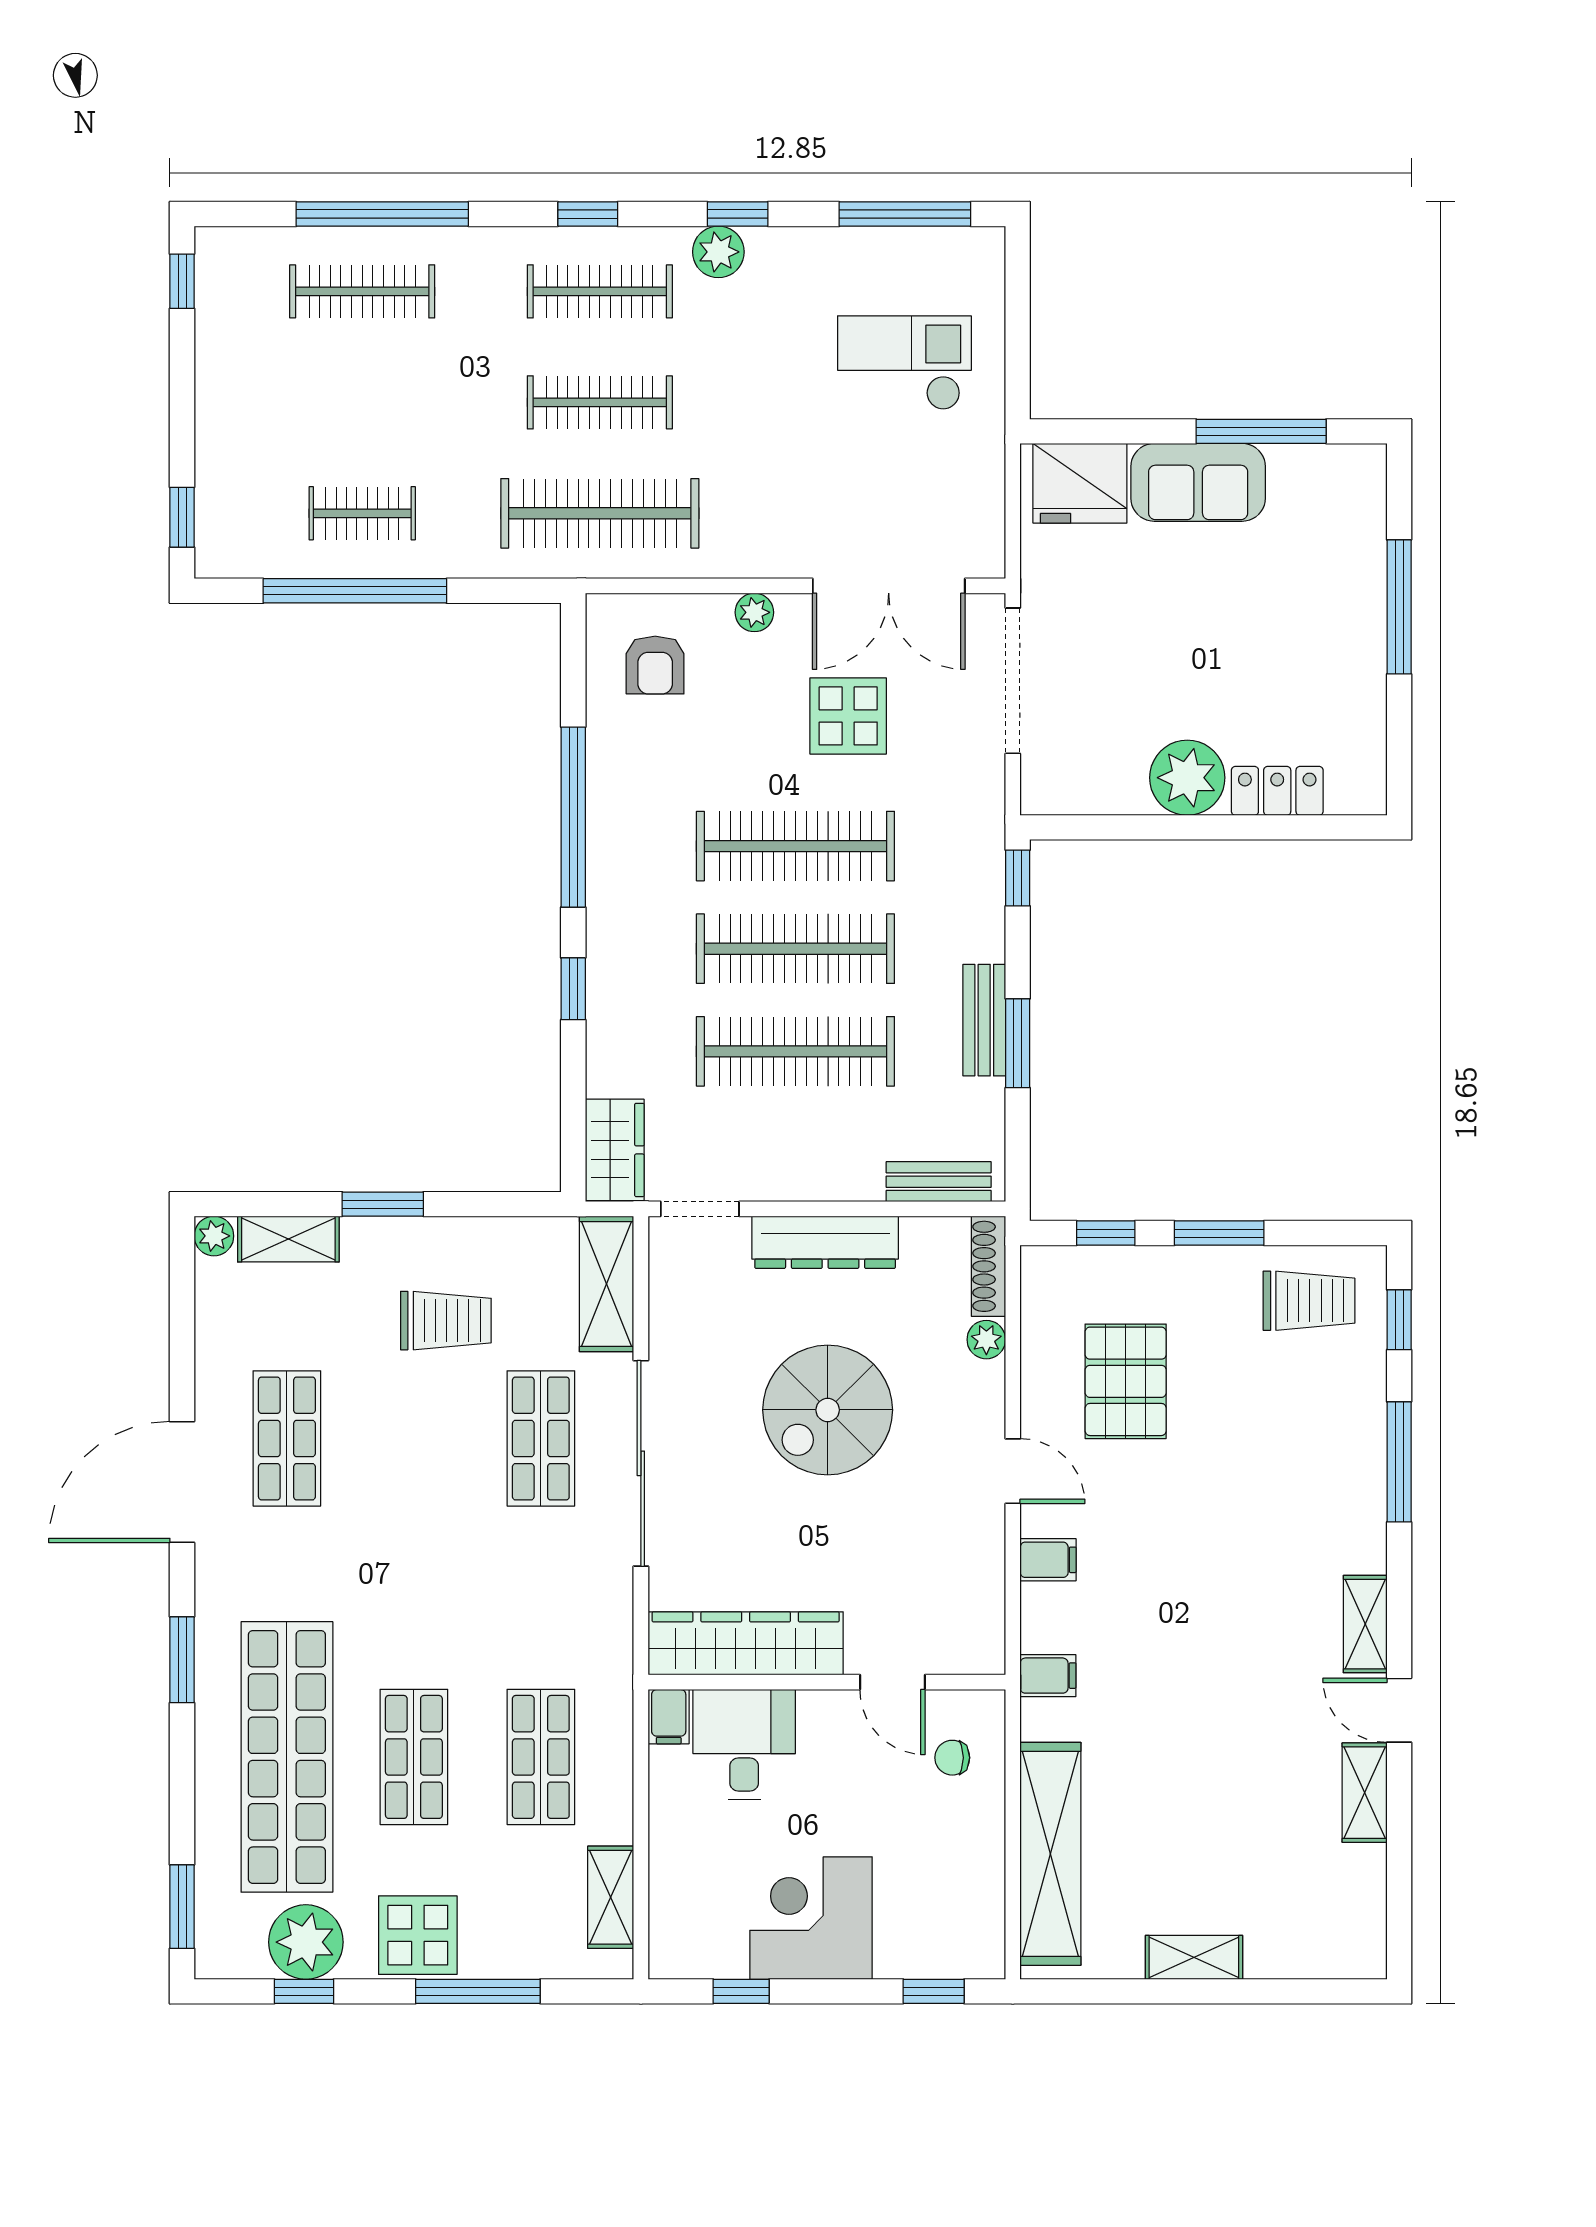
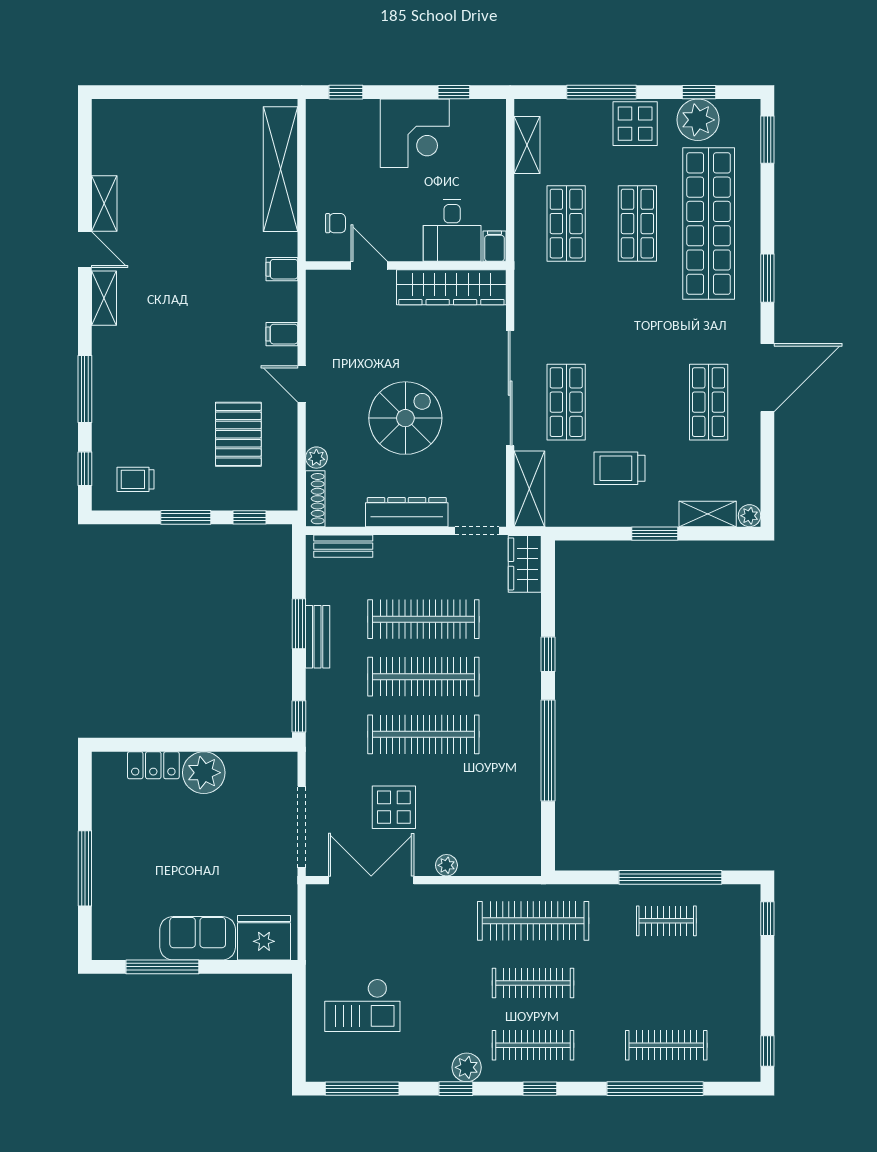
armchair: (655, 665) -> (502, 836), removed
trolley: (1309, 1301) -> (135, 479), width x0.73, depth x0.72
shelving: (1194, 1957) -> (200, 111), removed

